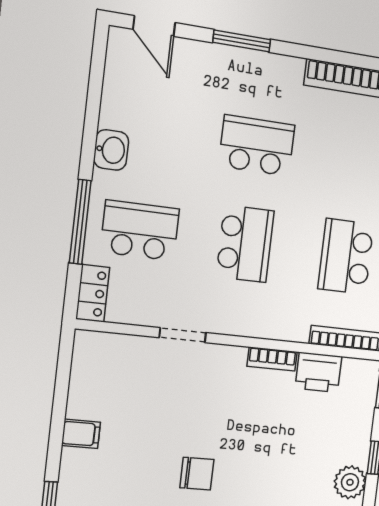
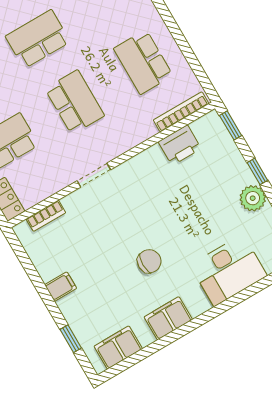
doorway: (183, 335) -> (94, 175), moved
bookcase: (272, 359) -> (46, 216), moved

